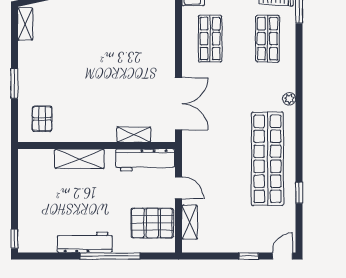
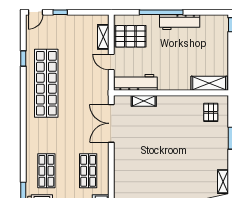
plant: (289, 99) -> (30, 127), removed
shelving: (79, 159) -> (209, 83), moved

